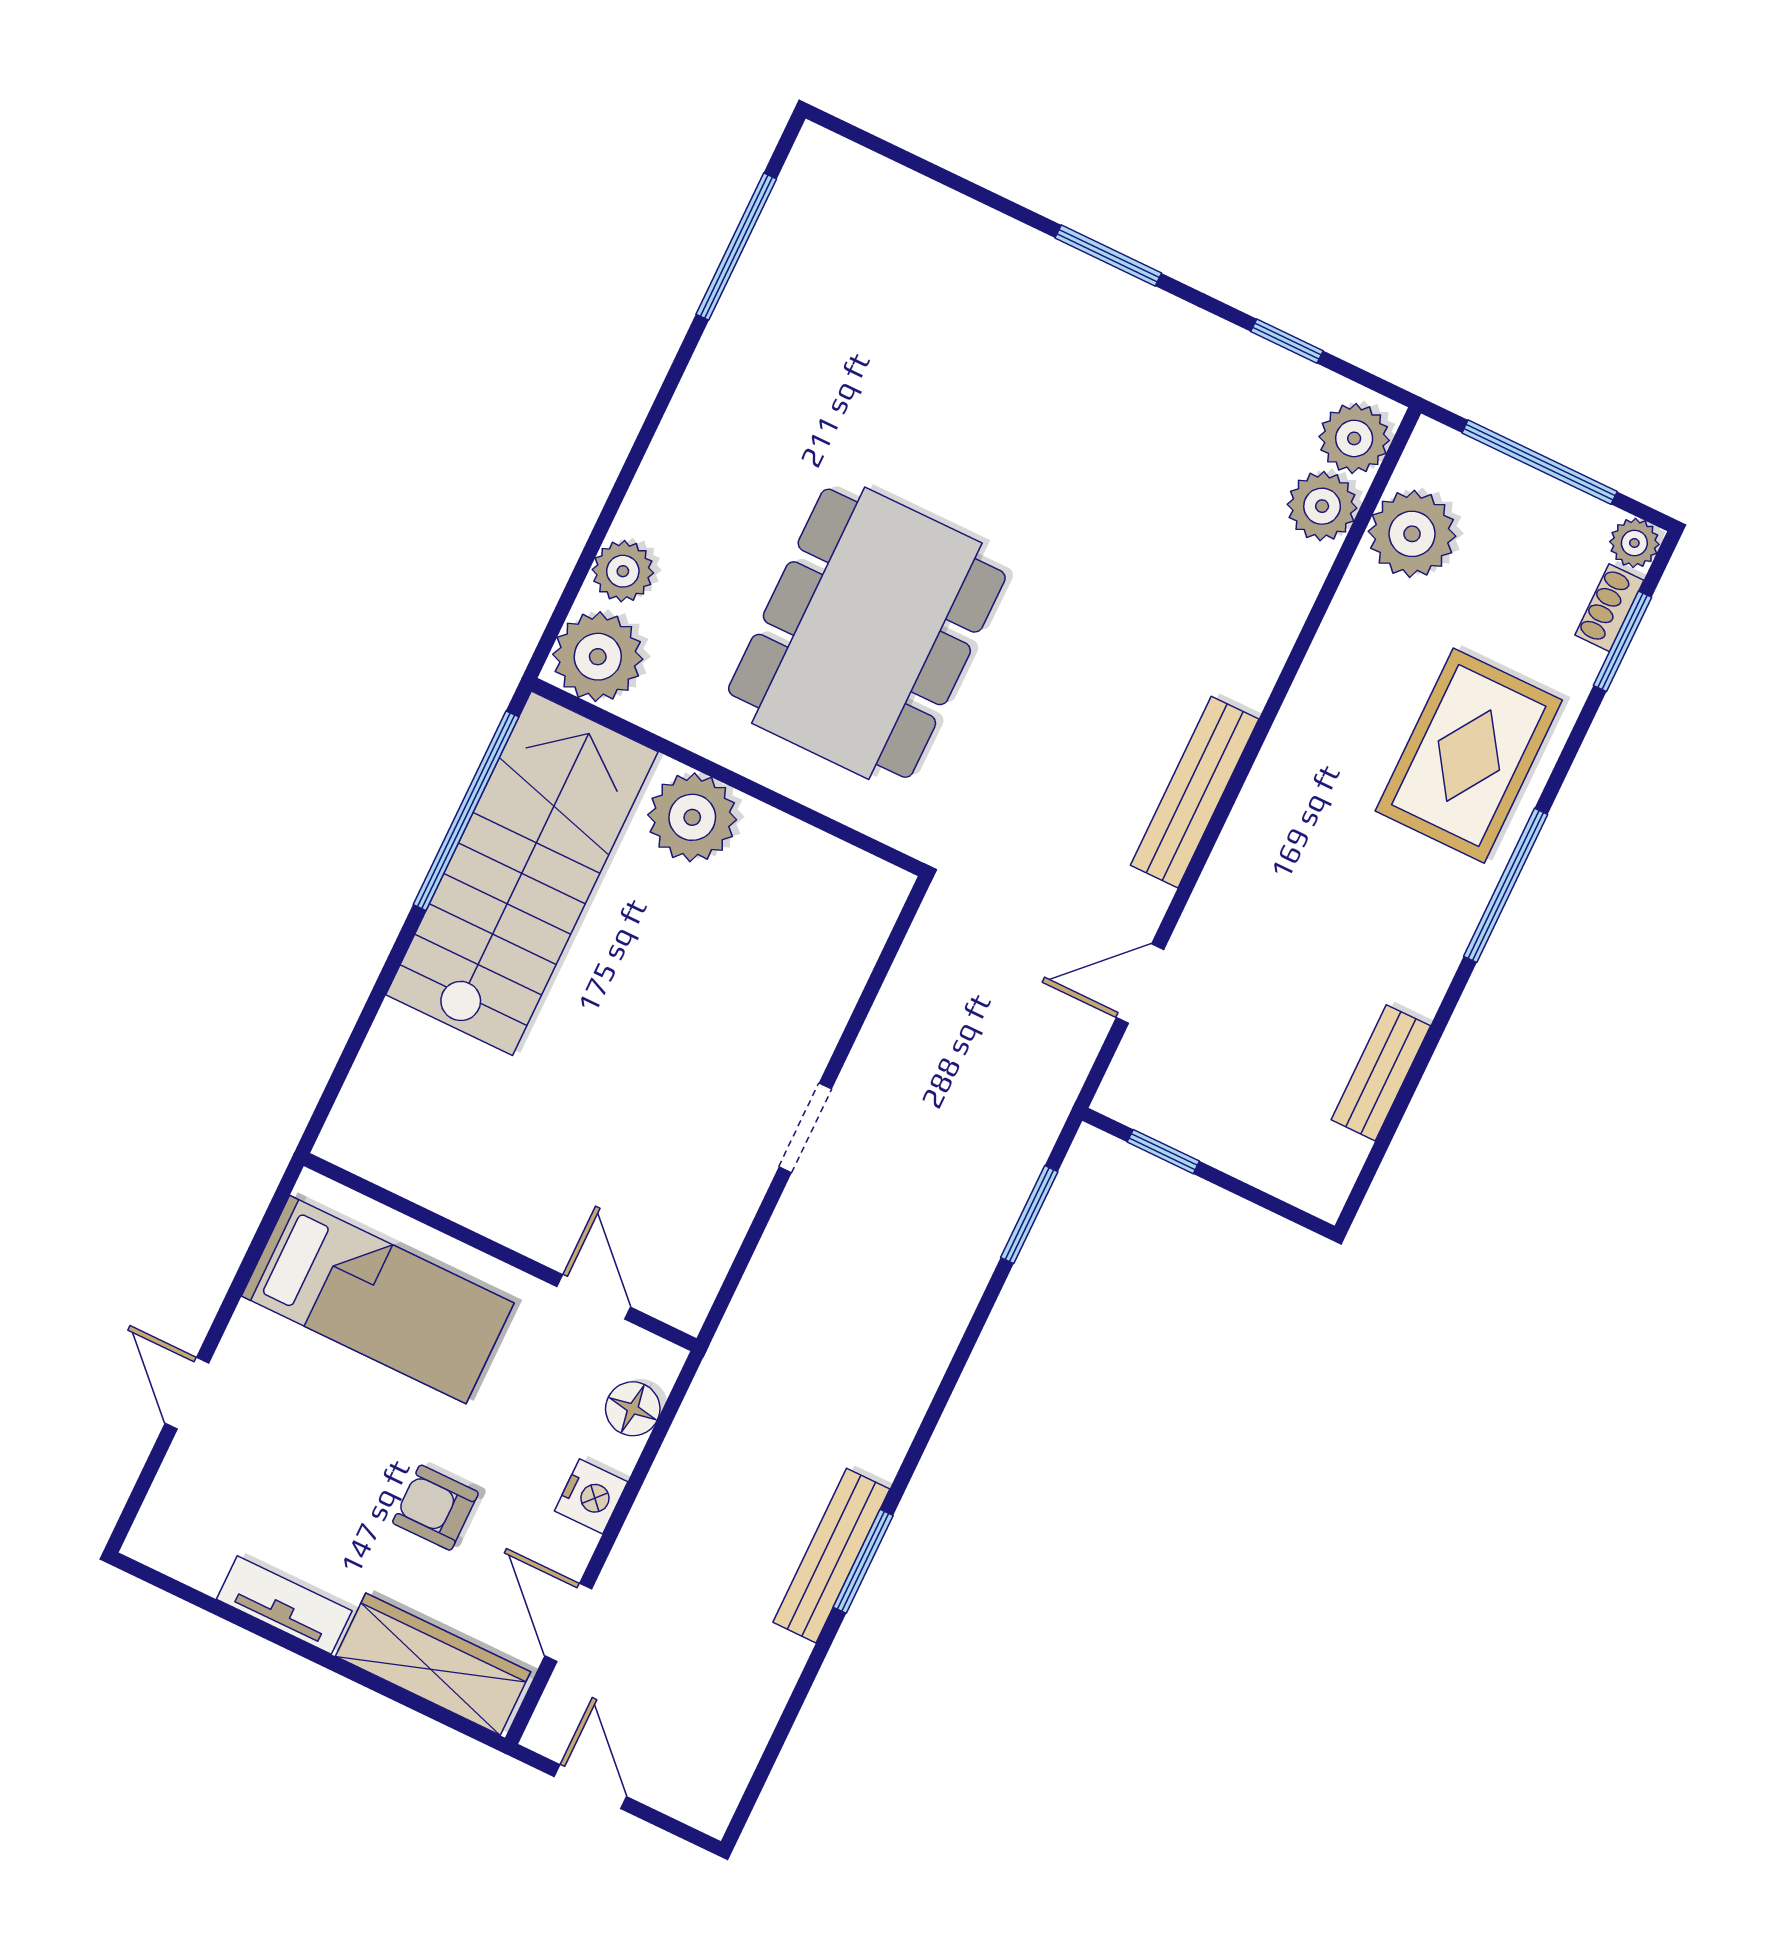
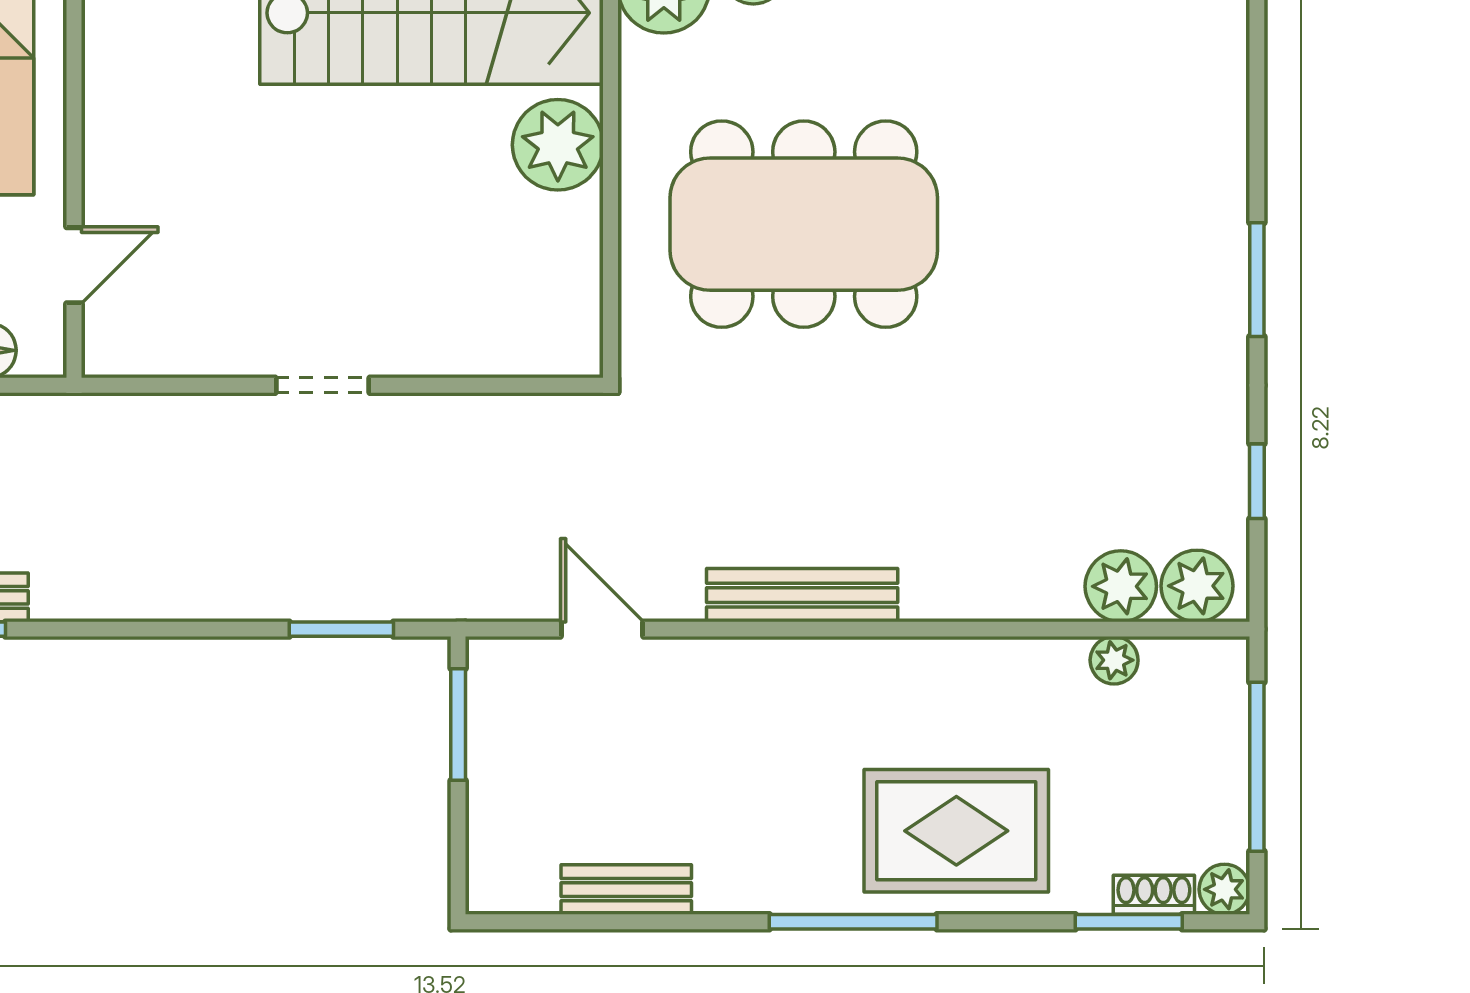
plant: (1412, 534) -> (1114, 660), width x0.53, depth x0.53
window: (1163, 1152) -> (458, 724), width x1.50

